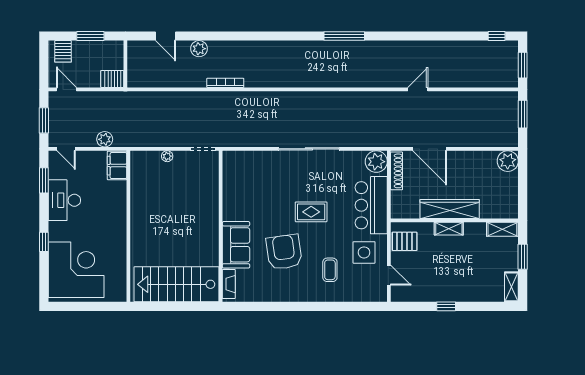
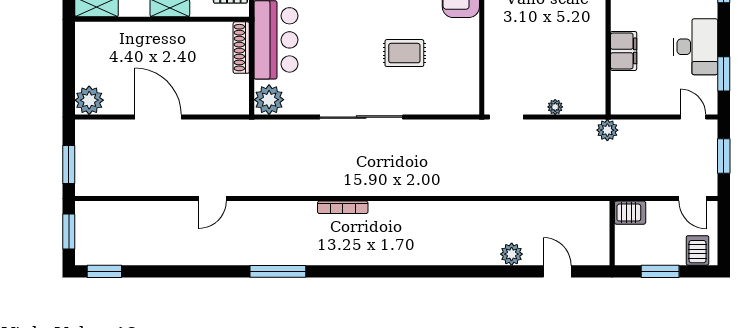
window: (344, 36) -> (278, 271), moved
window: (497, 36) -> (104, 271), width x1.50
bookcase: (225, 83) -> (343, 207), moved
plant: (105, 139) -> (607, 130), moved
door: (430, 149) -> (158, 117), moved
filing cabinet: (117, 166) -> (624, 51), moved
shoe rack: (397, 171) -> (241, 48), moved
wardrobe: (450, 209) -> (169, 35), removed
rug: (311, 212) -> (404, 53), moved

